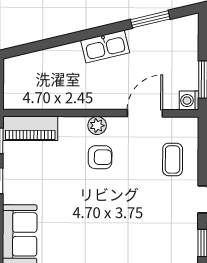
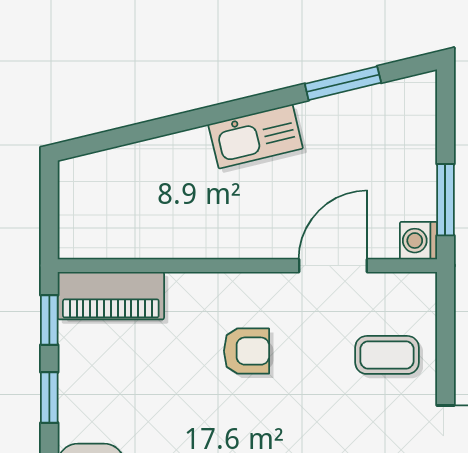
plant: (97, 125) -> (240, 290), removed
coffee table: (173, 159) -> (387, 355), turned 90

